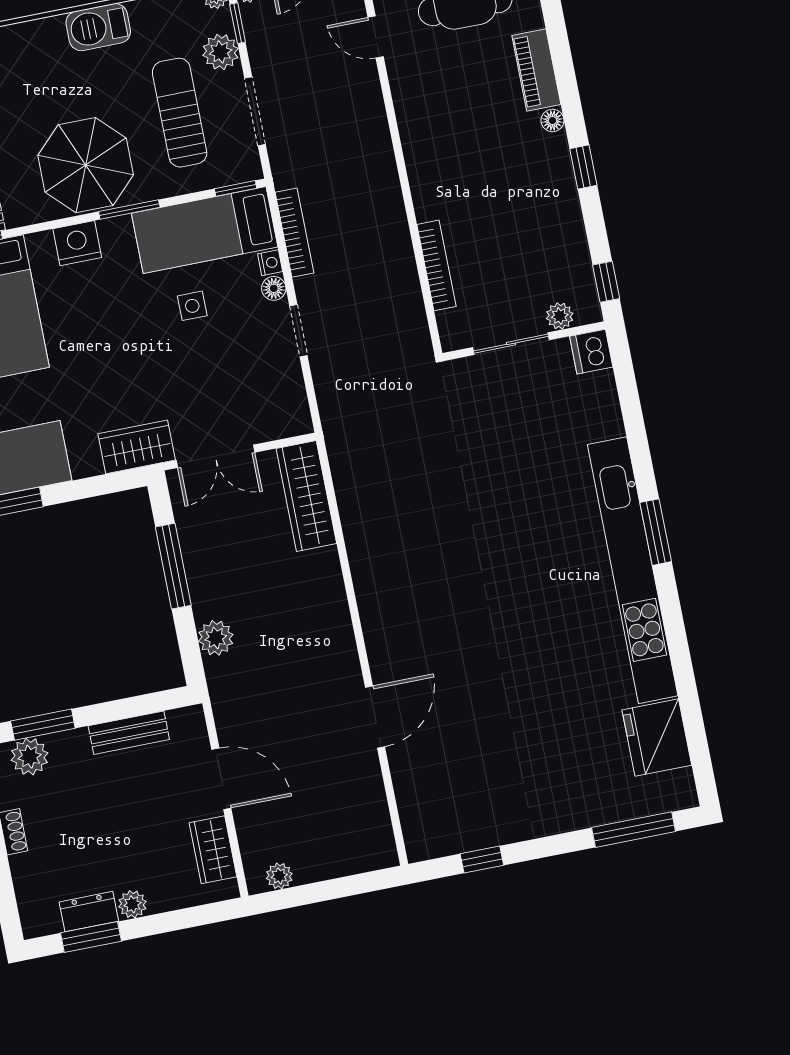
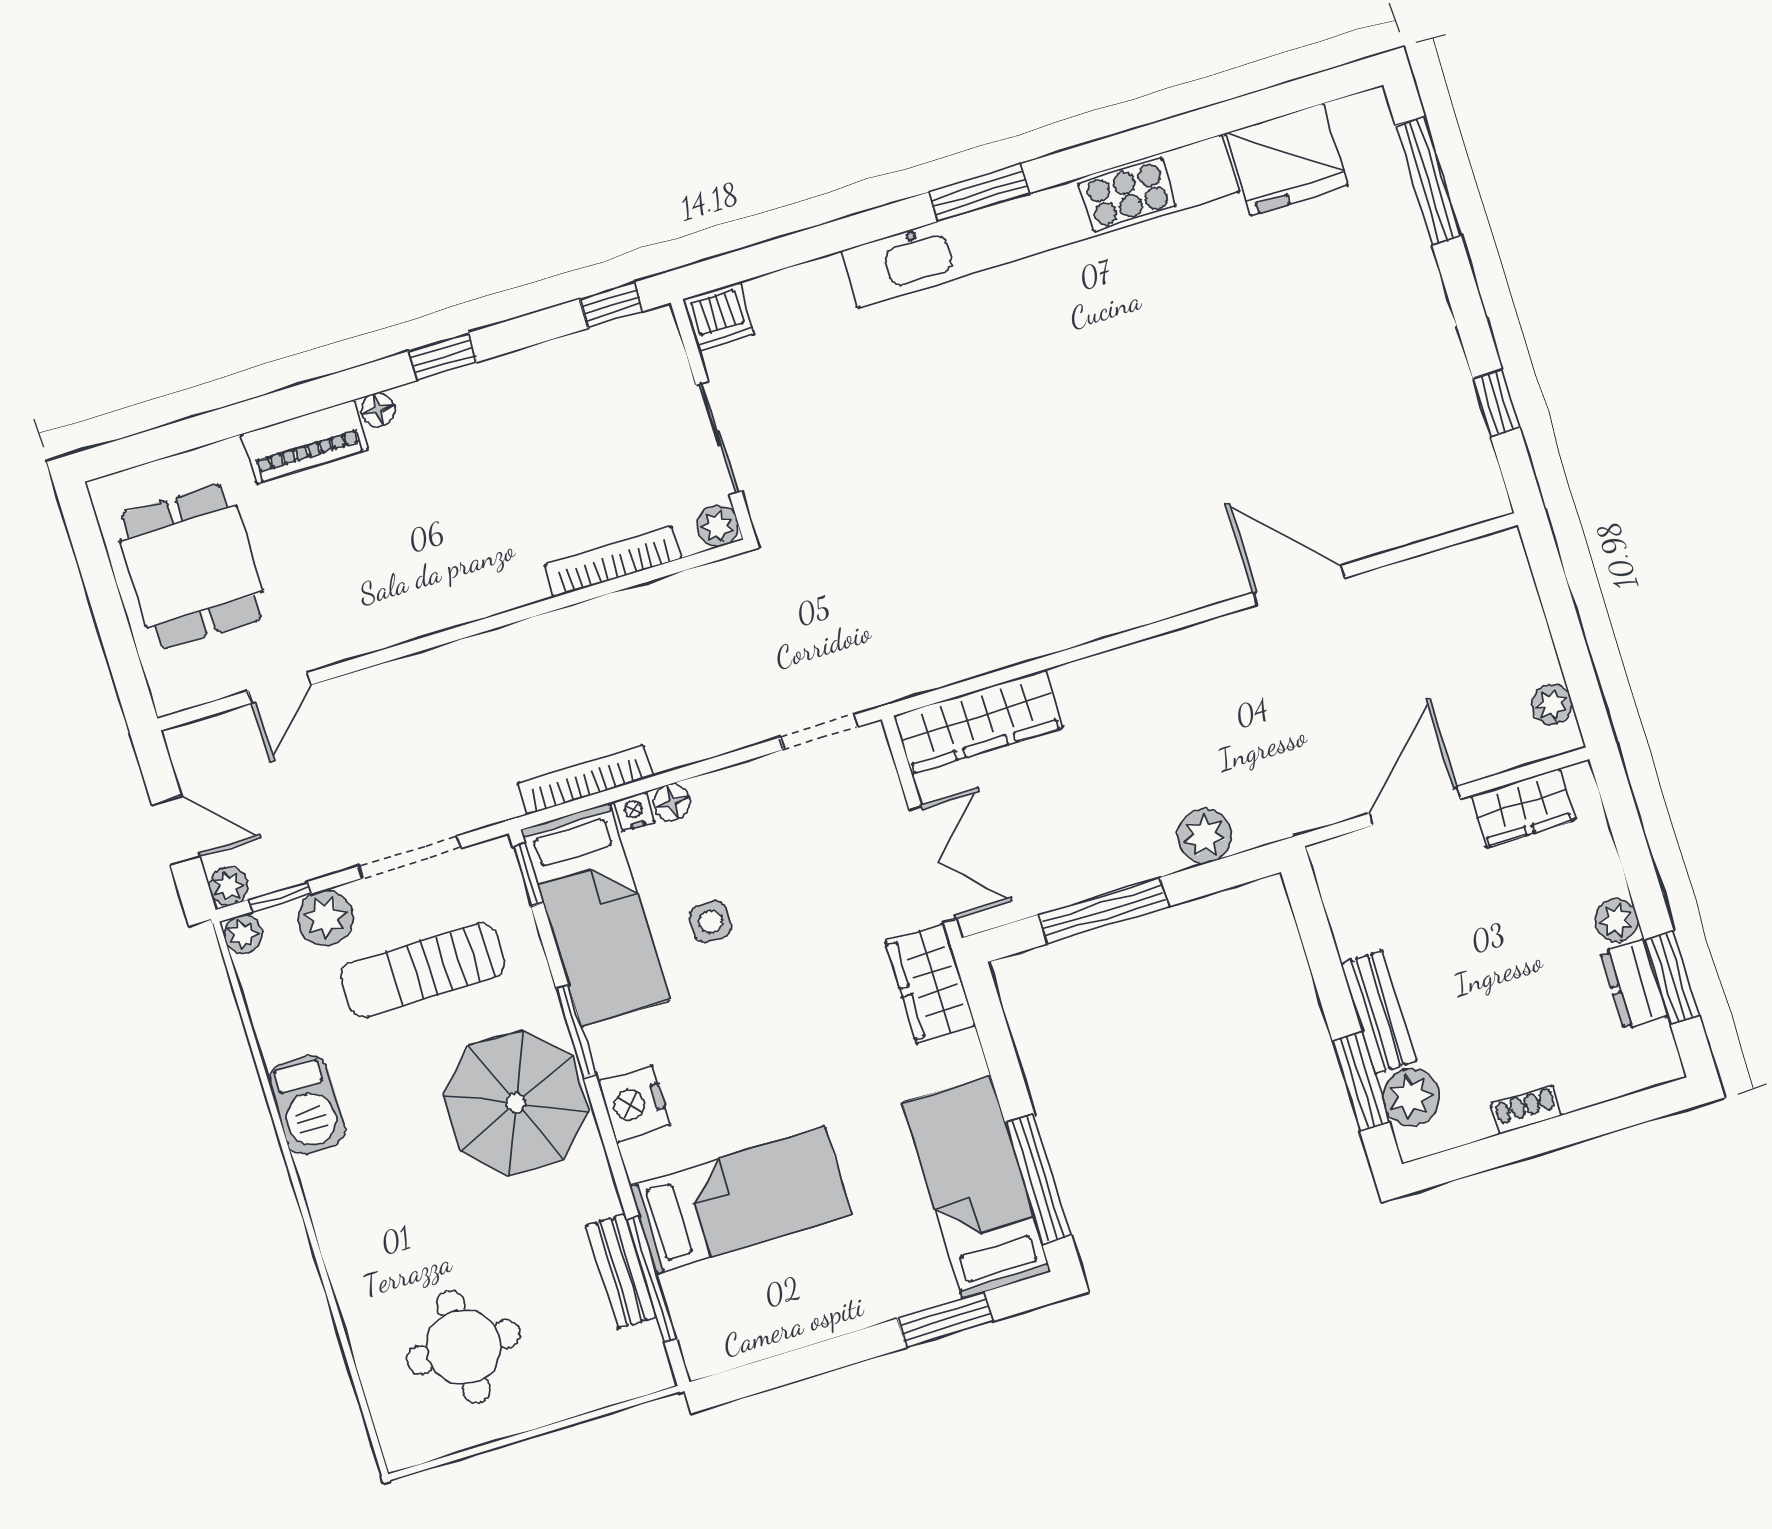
plant: (560, 316) -> (718, 526), moved
doorway: (298, 331) -> (819, 732), moved
bench: (129, 733) -> (1378, 1012), moved

